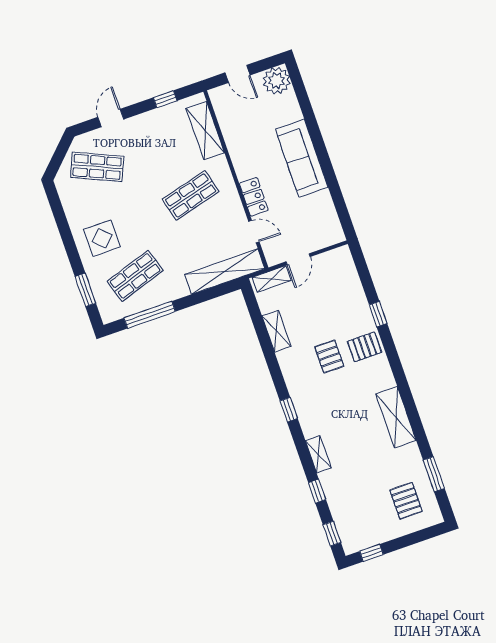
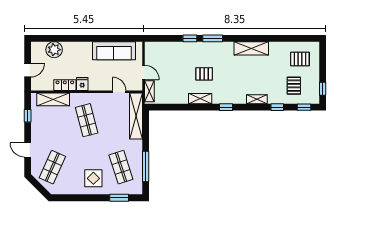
plant: (276, 81) -> (54, 50), moved
sofa: (302, 158) -> (114, 51), moved
fridge: (246, 168) -> (82, 84), added
locker: (254, 197) -> (65, 85), moved
door: (254, 232) -> (119, 92), hinge flipped
shelving: (276, 331) -> (200, 99), moved
pallet: (365, 347) -> (294, 86), moved
window: (434, 474) -> (213, 38), moved

